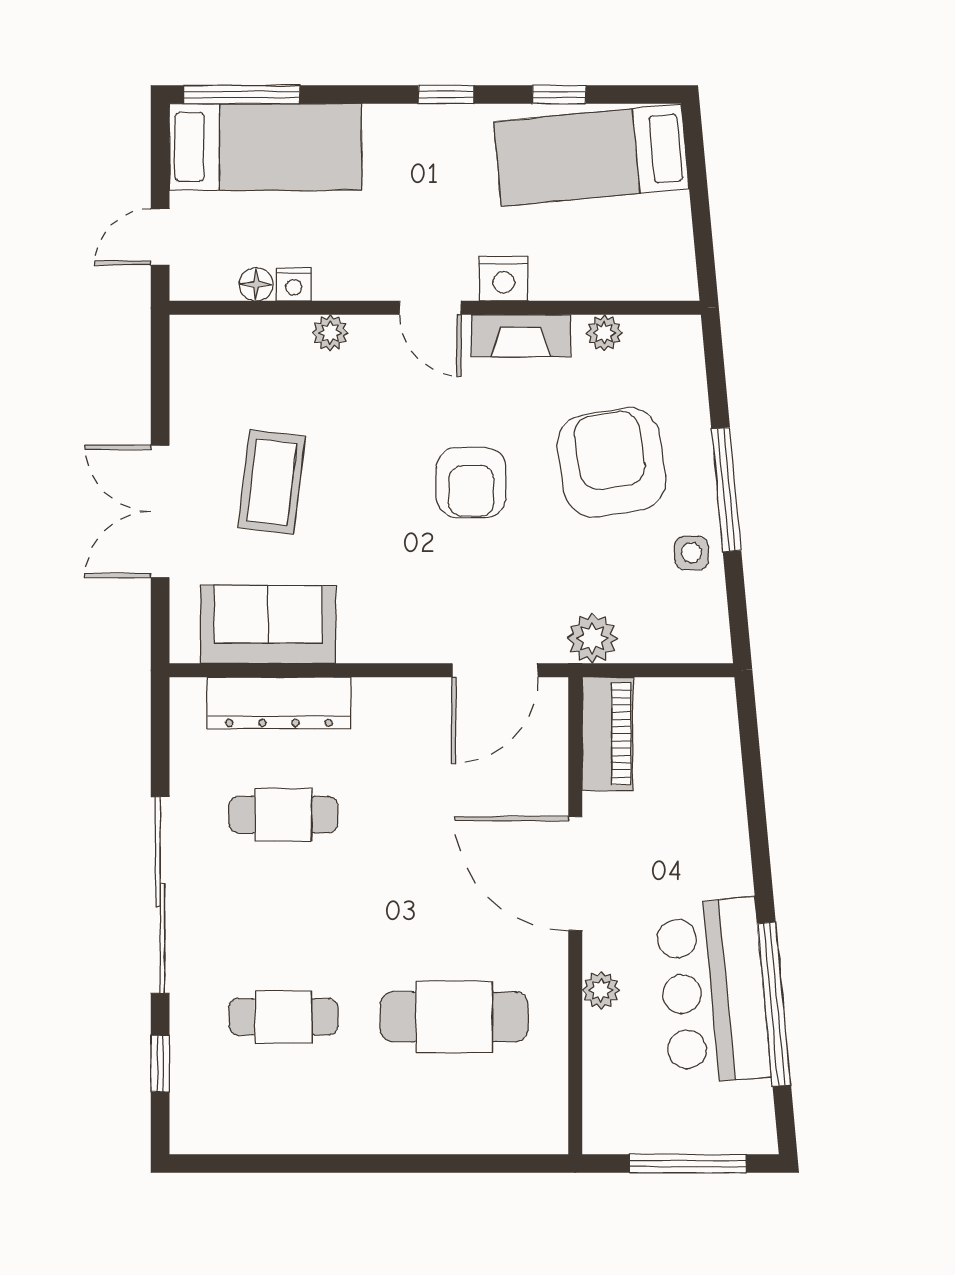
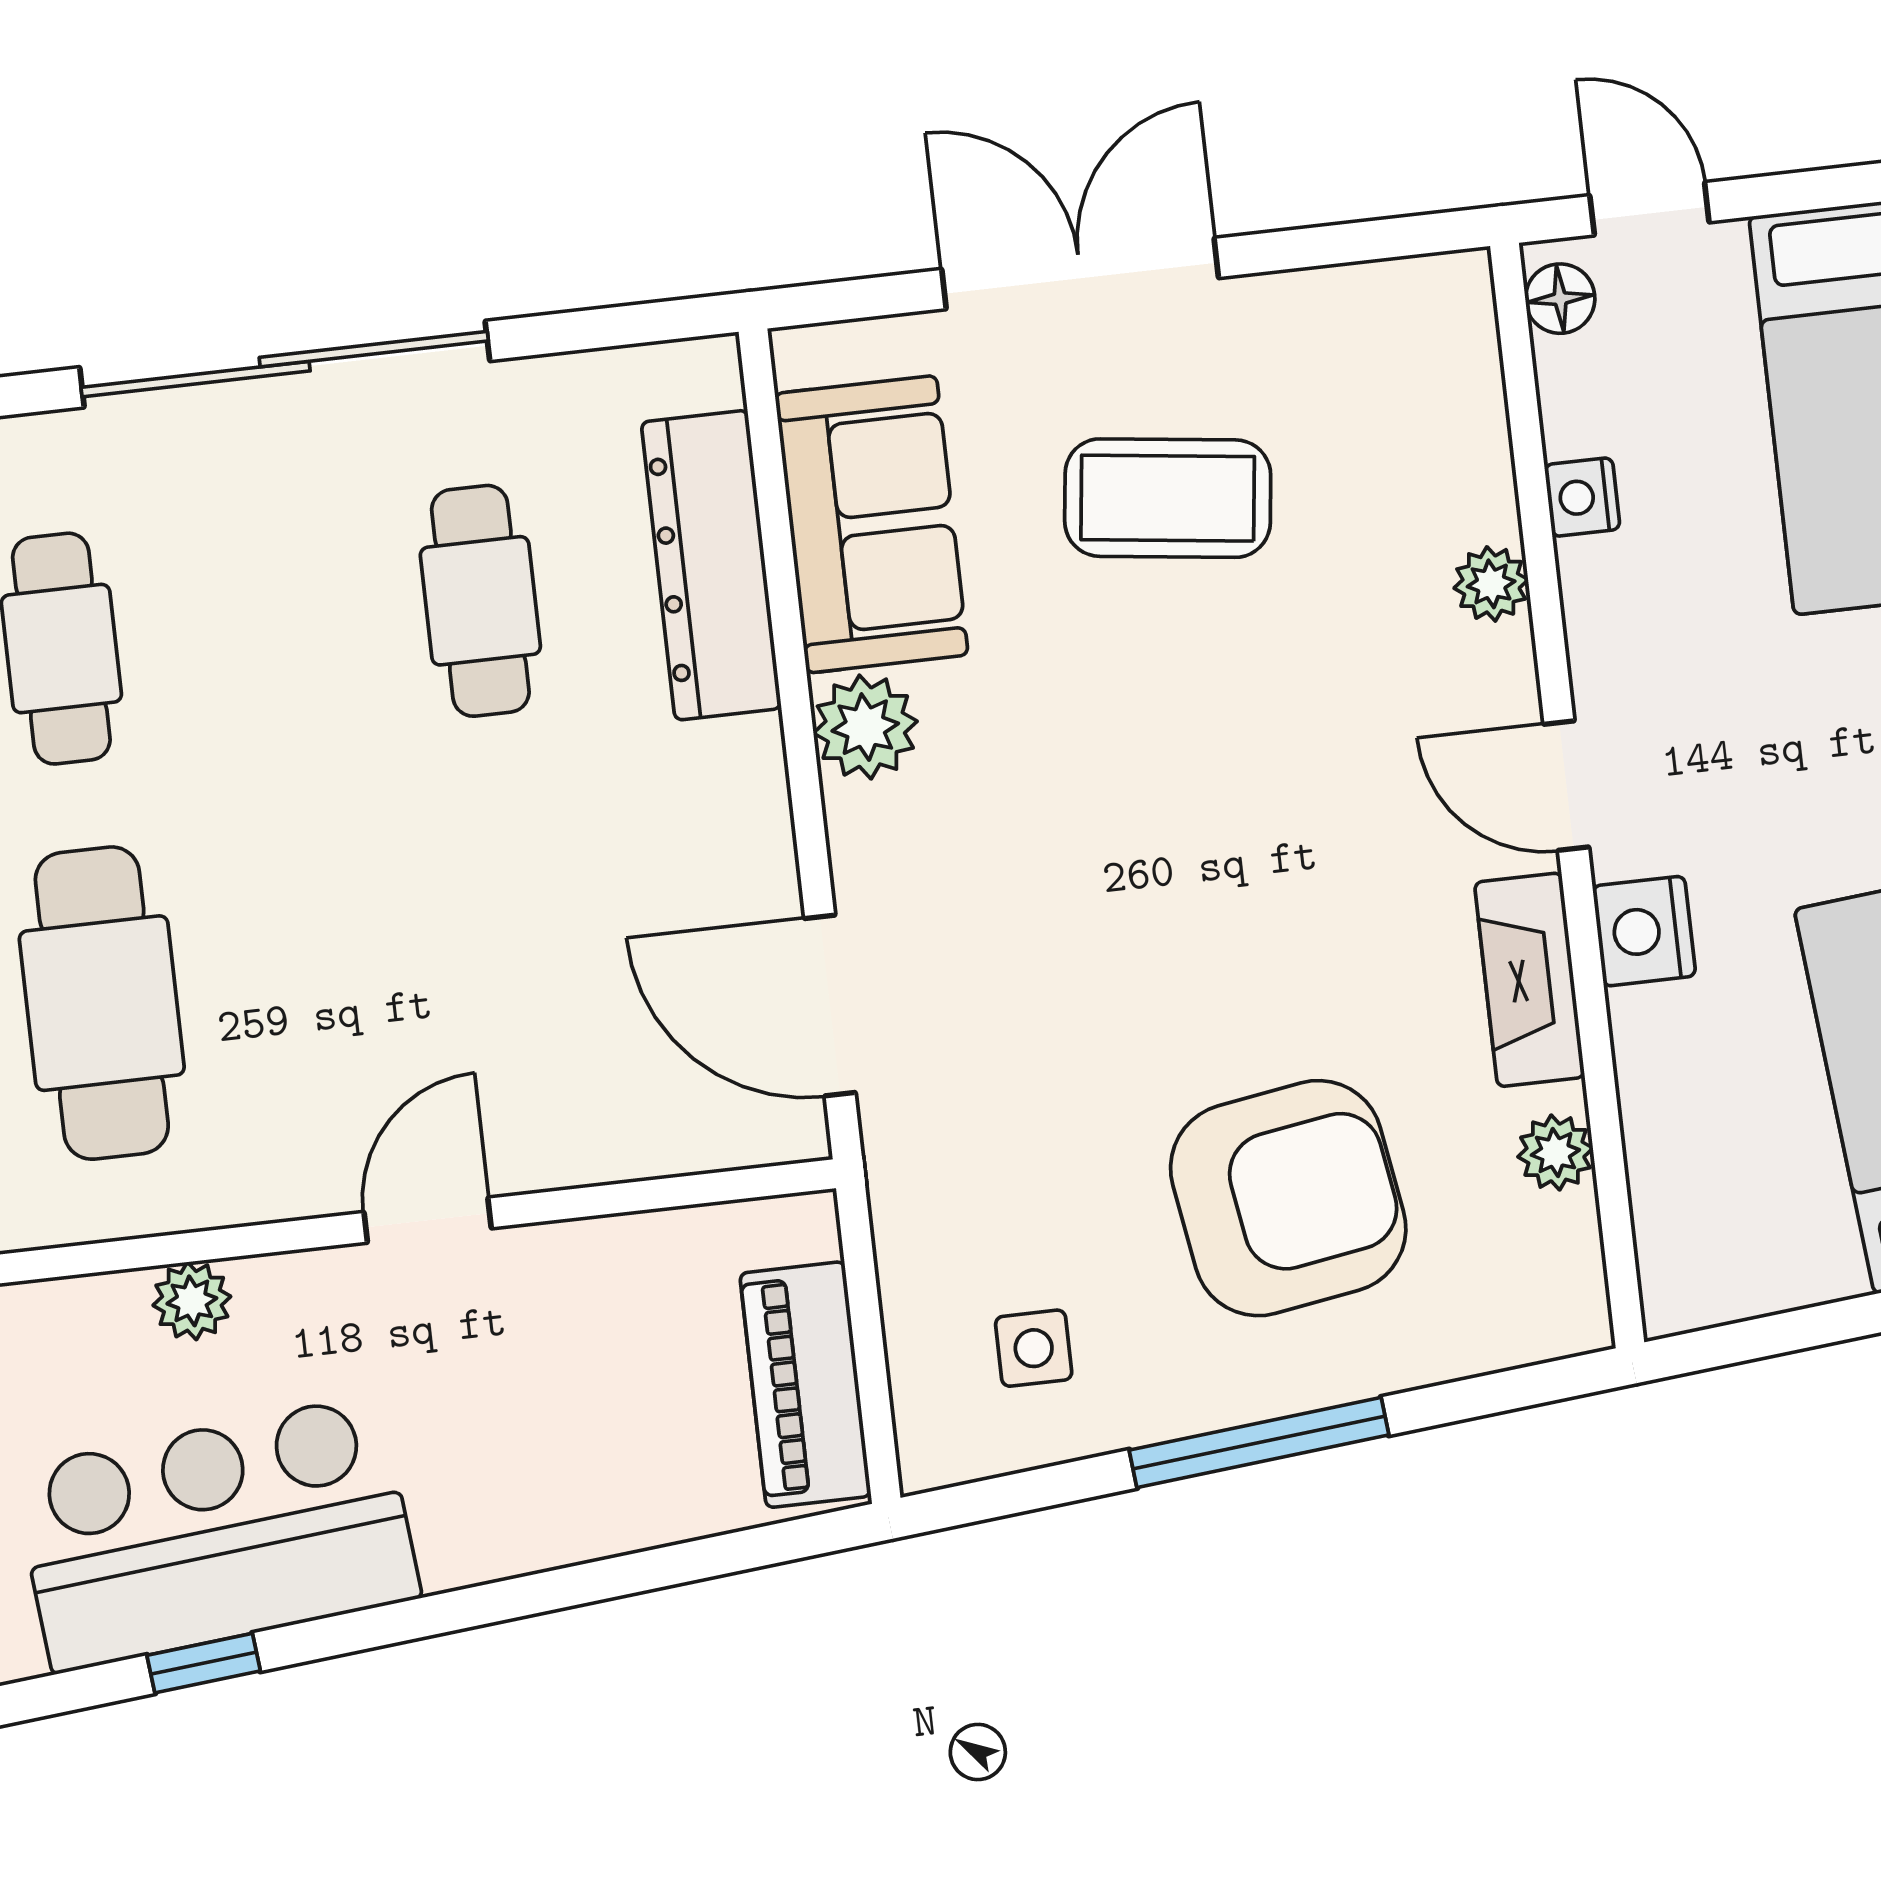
floor lamp: (256, 284) -> (1560, 299), moved
door: (430, 308) -> (1566, 786), hinge flipped
armchair: (471, 482) -> (1214, 912), removed
side table: (691, 553) -> (1034, 1348), moved
plant: (592, 638) -> (865, 727), moved
piano: (608, 734) -> (805, 1385), moved, turned 90
door: (575, 873) -> (428, 1220), width x0.53
window: (774, 1004) -> (204, 1663), width x0.32

